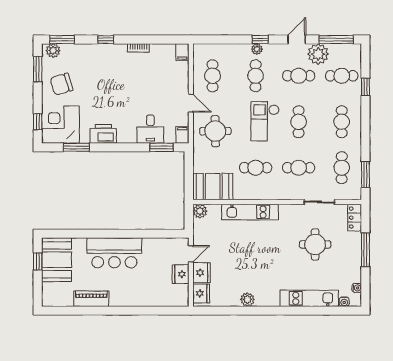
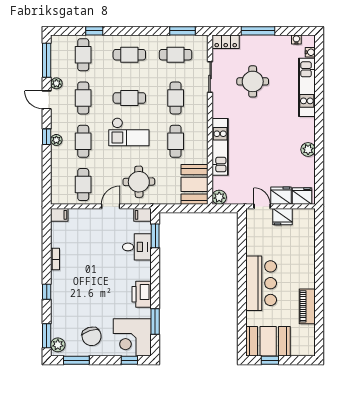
plant: (318, 54) -> (56, 83), width x0.53, depth x0.53
cafe table: (213, 76) -> (83, 185), turned 90
cafe table: (256, 76) -> (83, 141), turned 90

